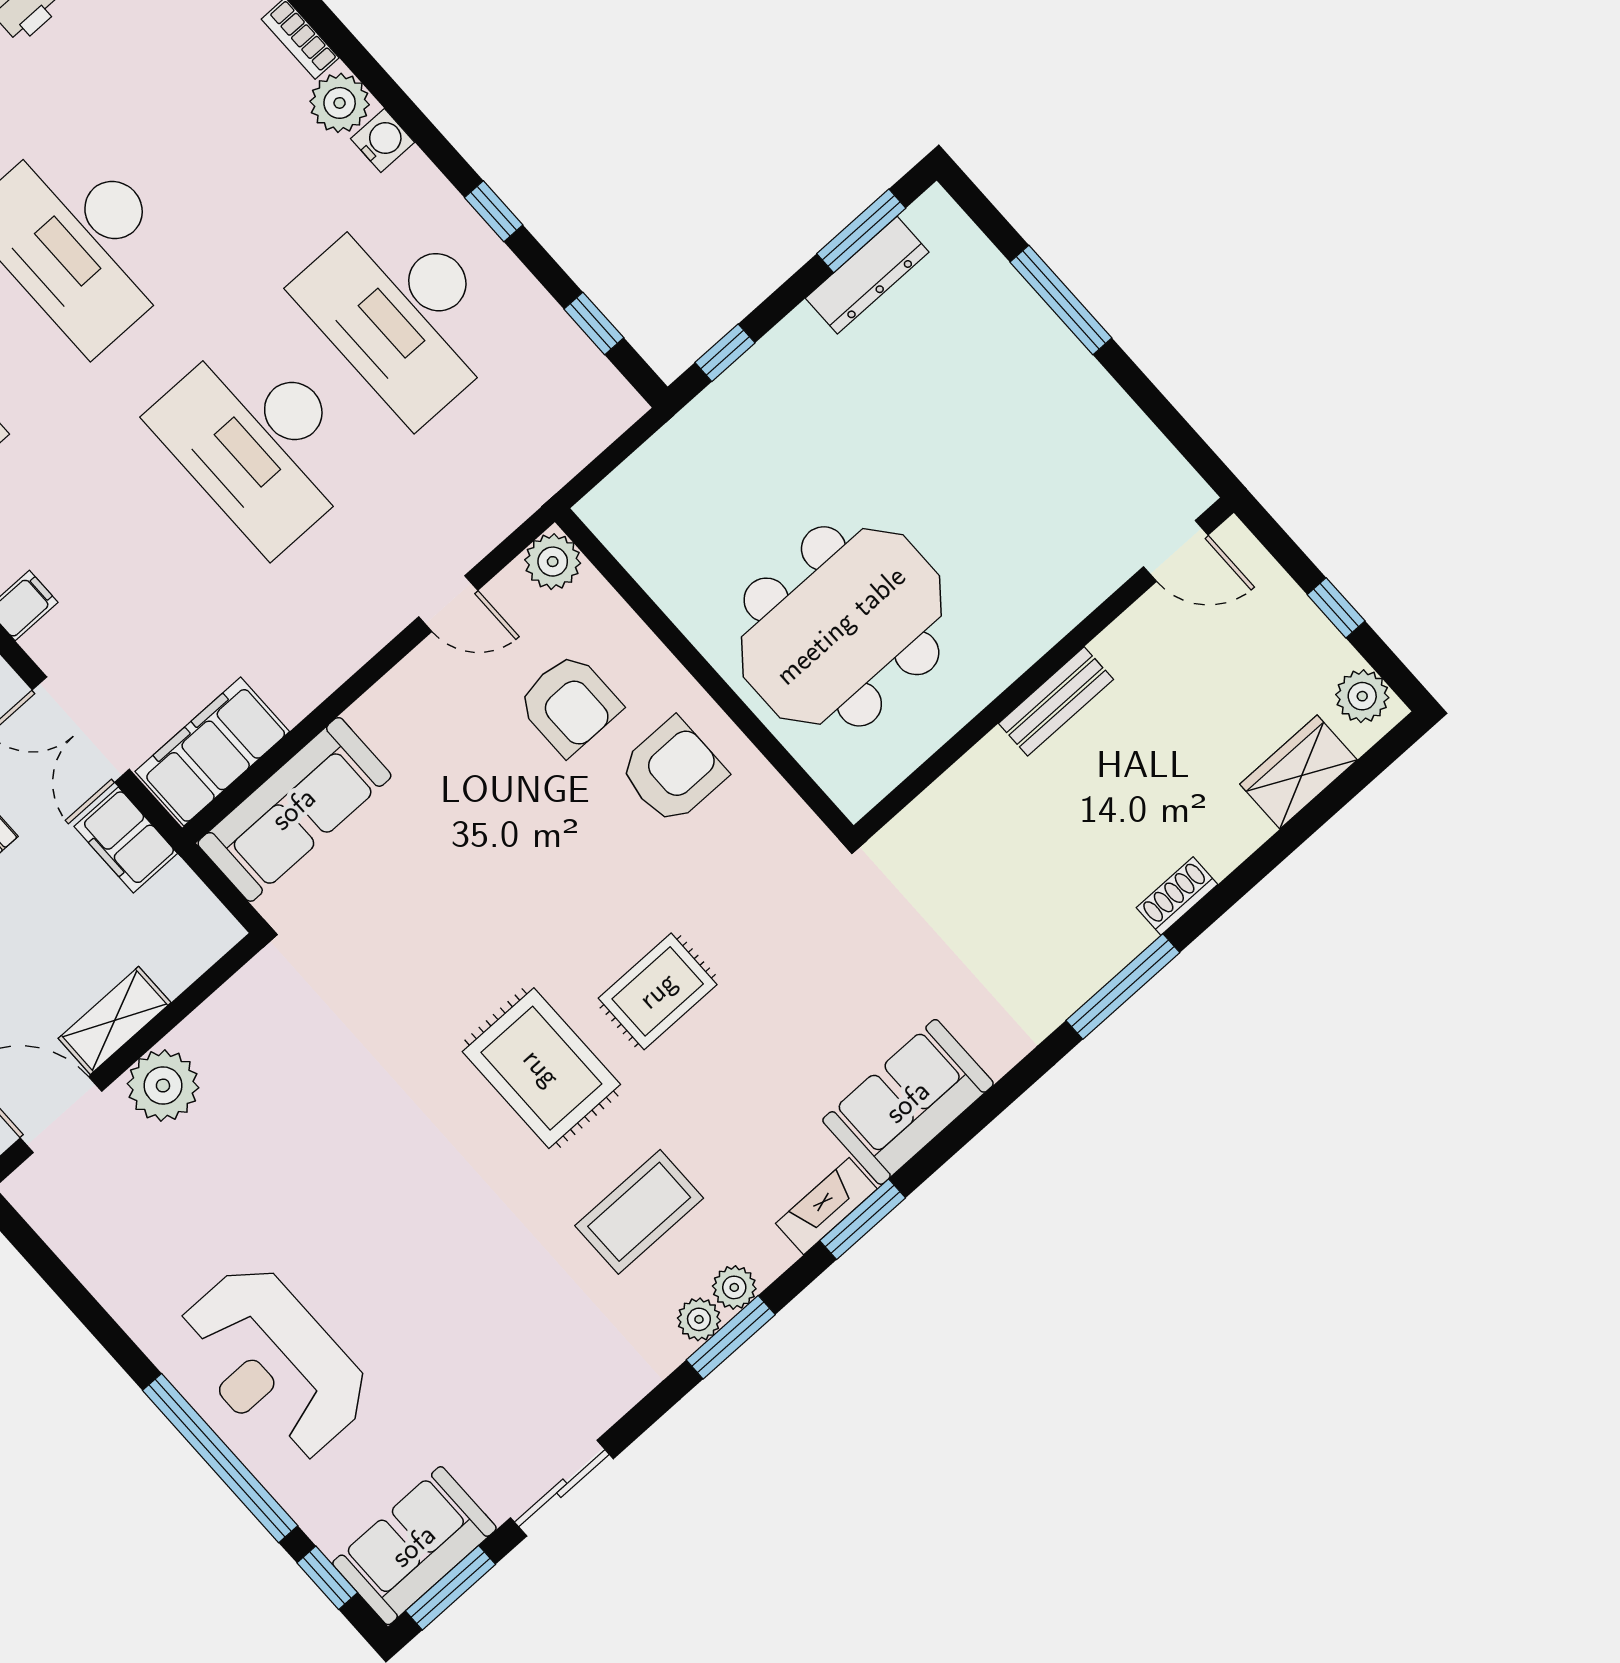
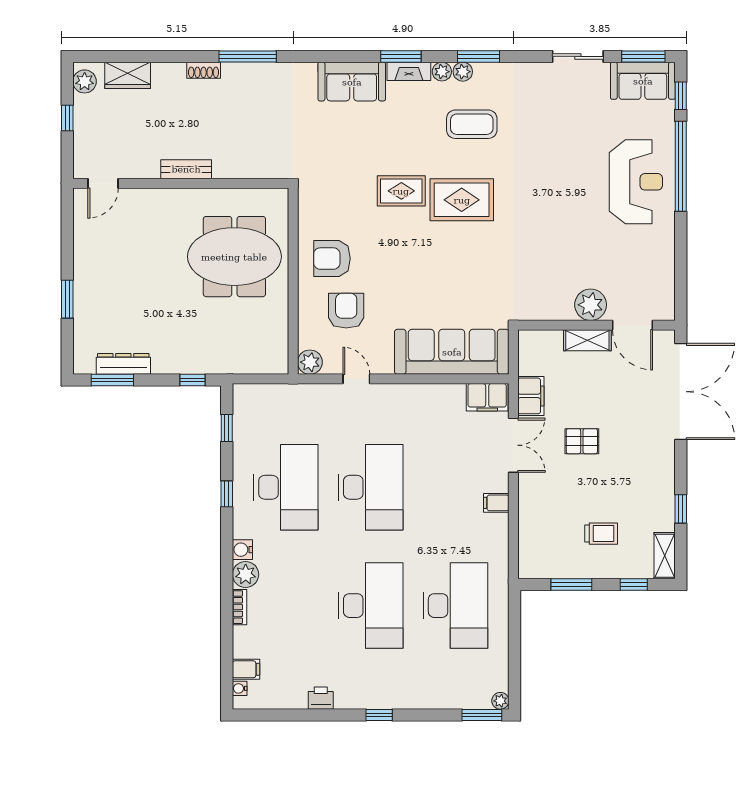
window: (1061, 300) -> (67, 299), width x0.69
door: (1176, 551) -> (103, 183), swing flipped
filing cabinet: (212, 752) -> (487, 397), width x0.67, depth x0.86
sofa: (294, 809) -> (452, 352), width x1.36, depth x1.27
rug: (541, 1068) -> (462, 200), turned 90
plant: (699, 1319) -> (442, 72), moved

